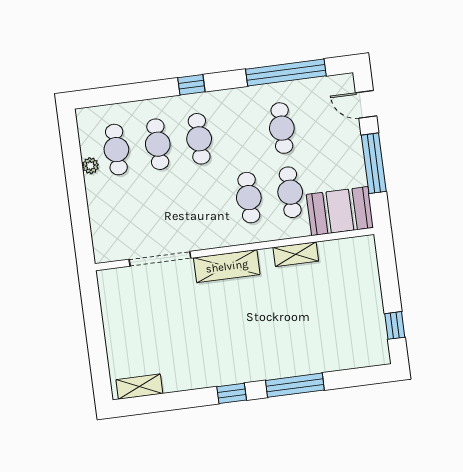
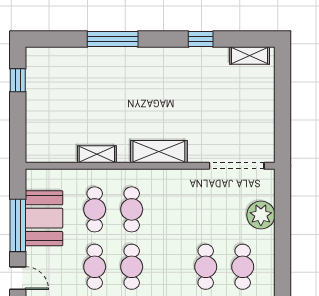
cafe table: (199, 139) -> (132, 267), moved
plant: (90, 166) -> (261, 215), moved, width x1.88, depth x1.88
booth: (340, 211) -> (44, 218), moved, turned 90
doorway: (160, 259) -> (237, 166), moved
window: (232, 393) -> (201, 39), moved

